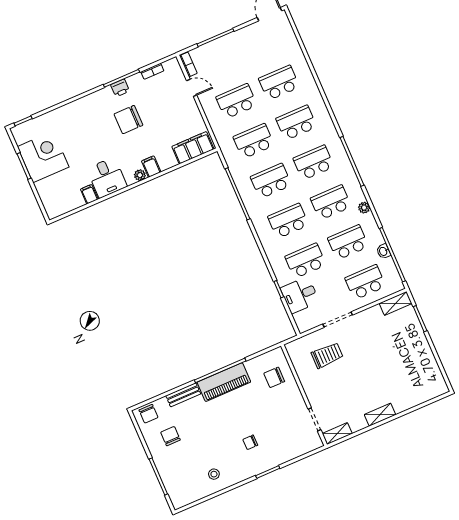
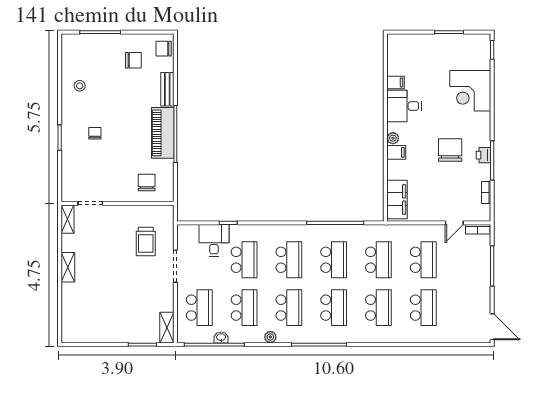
corner desk: (43, 157) -> (470, 91), moved, turned 90

